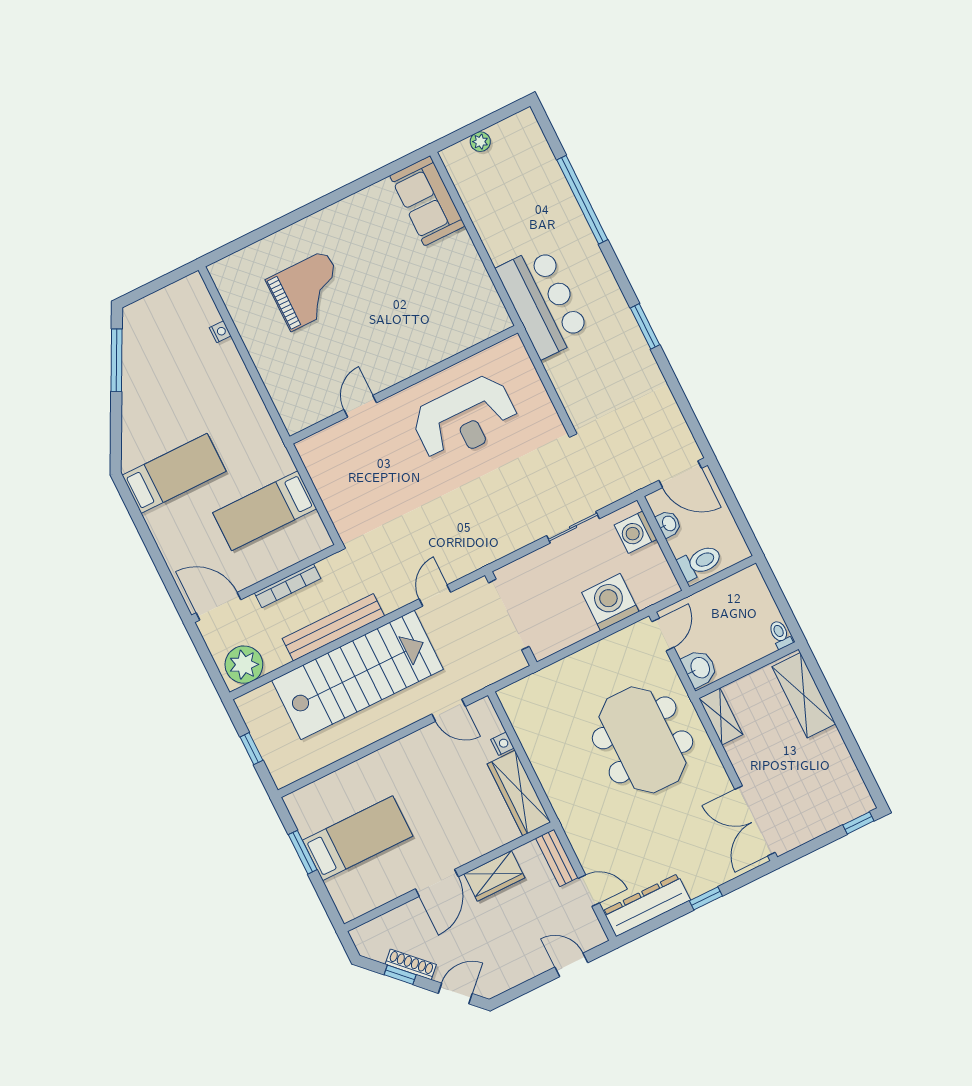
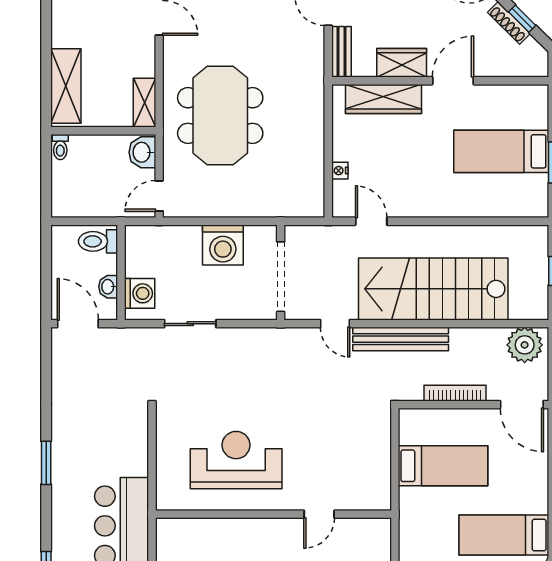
door: (435, 595) -> (335, 324), hinge flipped
washing machine: (610, 602) -> (223, 245), moved
bench: (333, 627) -> (401, 339), moved
wardrobe: (519, 793) -> (383, 99), moved, turned 90

